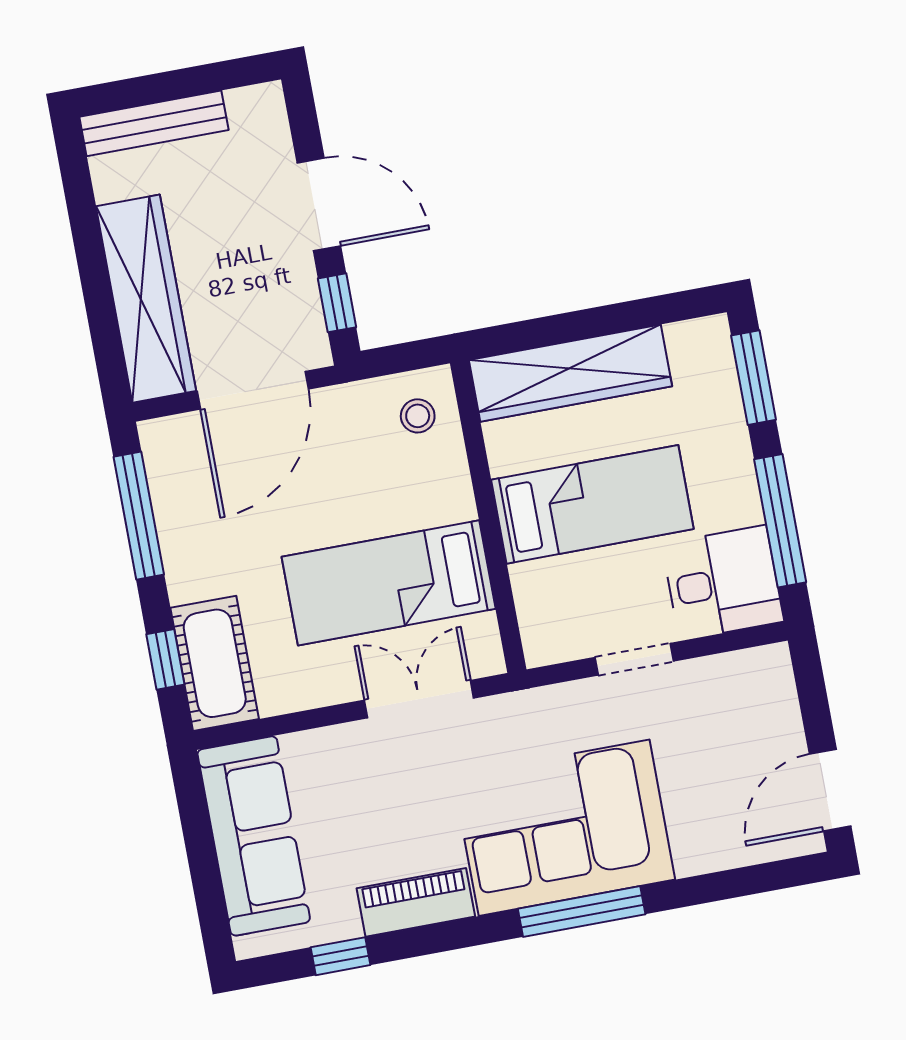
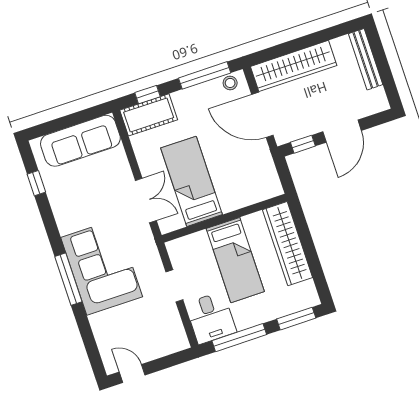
stool: (418, 416) -> (230, 83), moved
door: (830, 790) -> (132, 373), width x0.73
piano: (416, 902) -> (63, 211), removed

